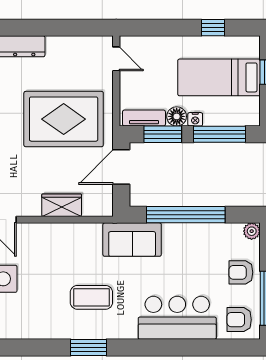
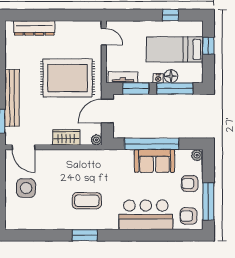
floor lamp: (177, 116) -> (171, 76), moved
plant: (105, 209) -> (96, 140), added
sofa: (132, 240) -> (154, 161), moved

